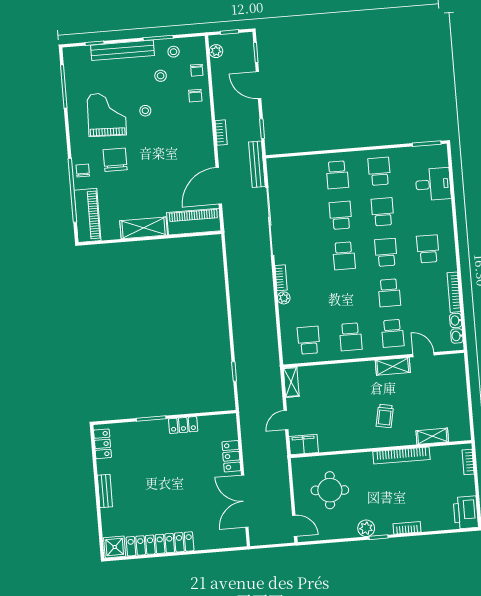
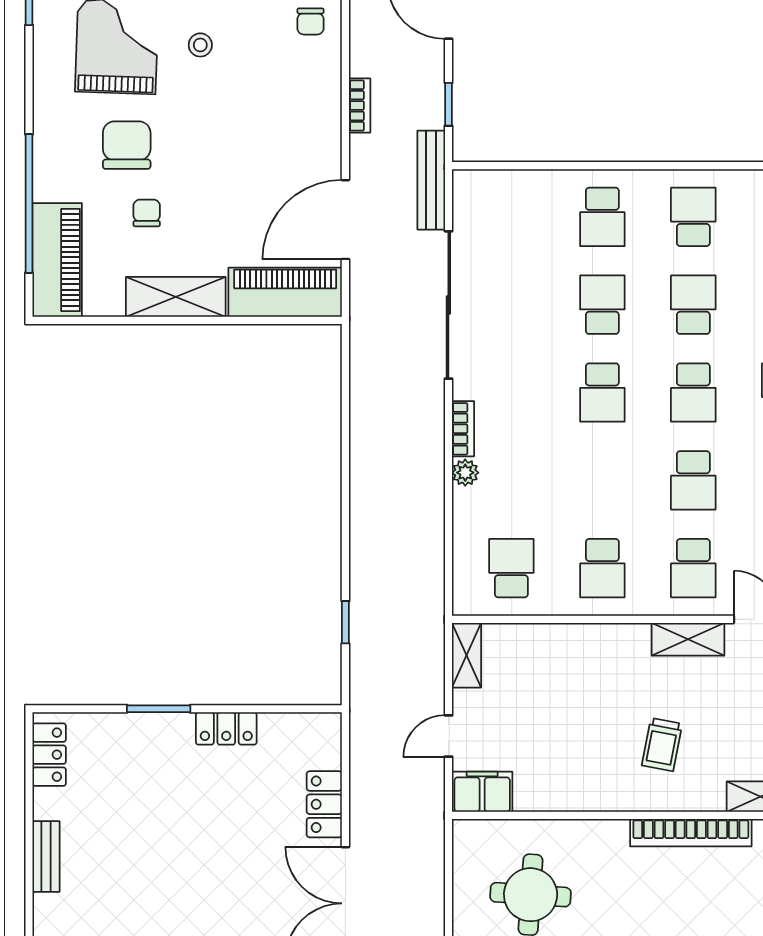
chair: (83, 171) -> (147, 213), moved
school desk: (386, 252) -> (693, 393), turned 180

